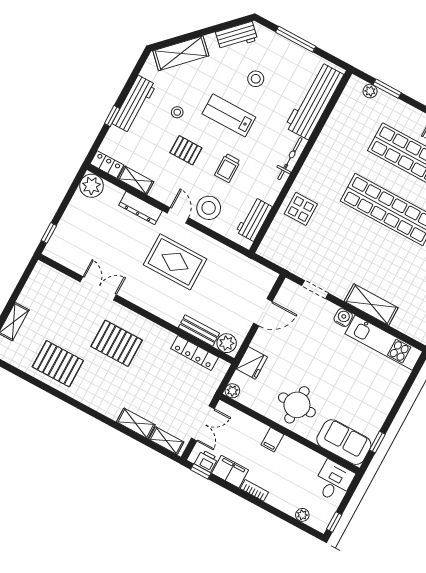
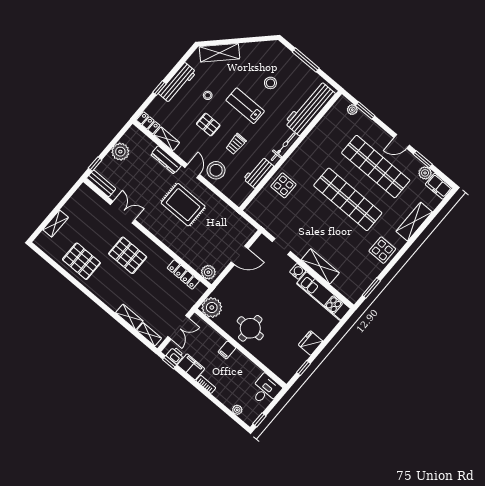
workbench: (237, 36) -> (263, 49), removed
plant: (91, 186) -> (120, 152), moved
workbench: (254, 219) -> (259, 173), moved
bench: (199, 330) -> (101, 183), moved
fridge: (252, 363) -> (311, 343), moved, turned 180
plant: (232, 391) -> (212, 307), width x1.87, depth x1.87
sofa: (344, 442) -> (279, 363), removed

